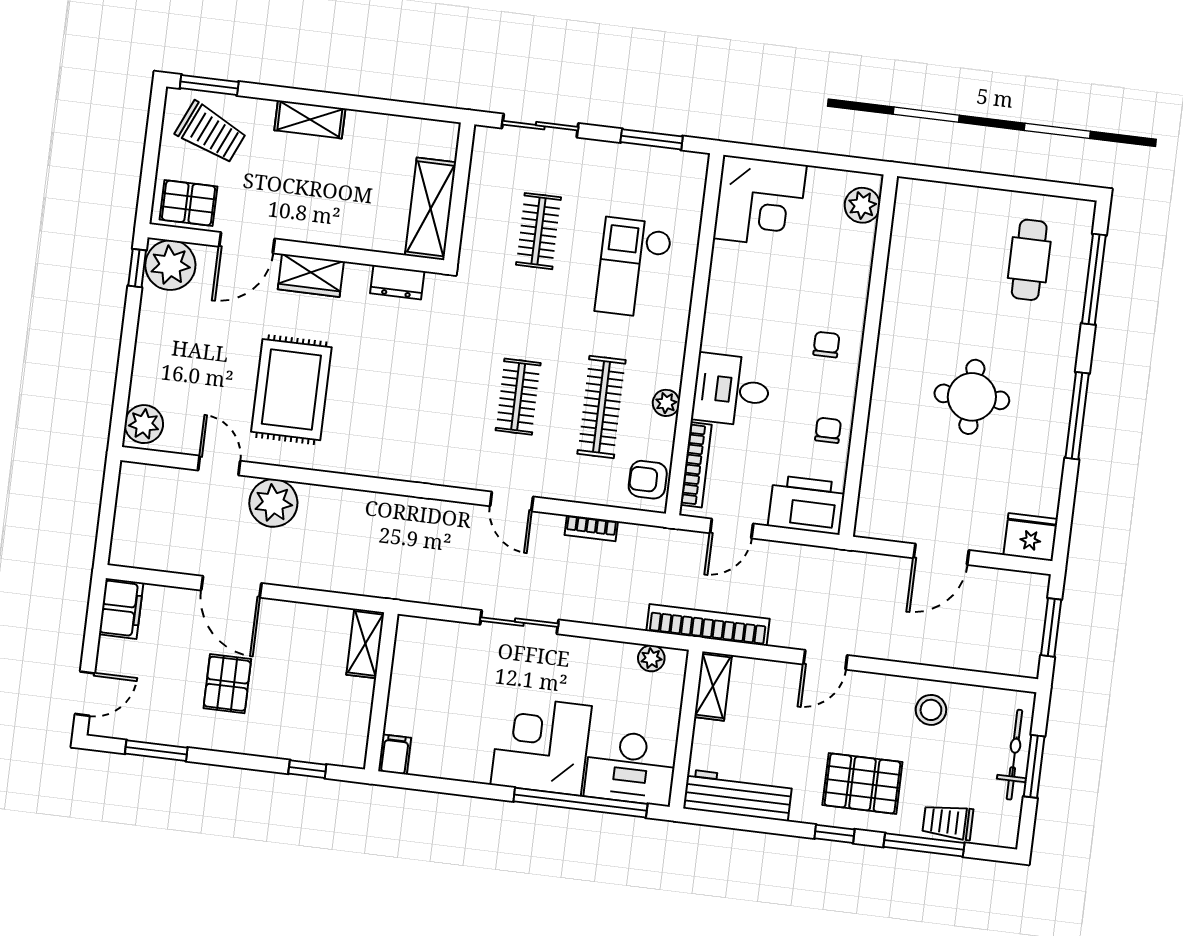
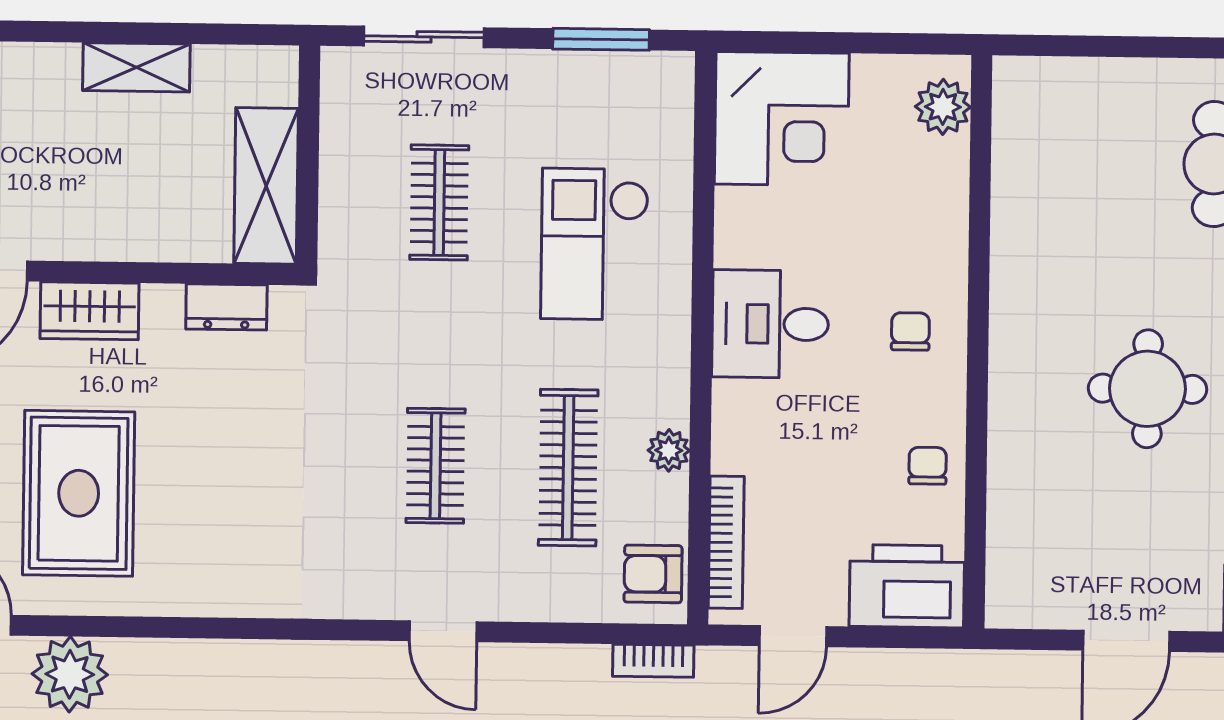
shelving: (310, 119) -> (136, 67), moved
desk: (731, 390) -> (770, 324), moved
bookcase: (591, 528) -> (653, 661), moved

